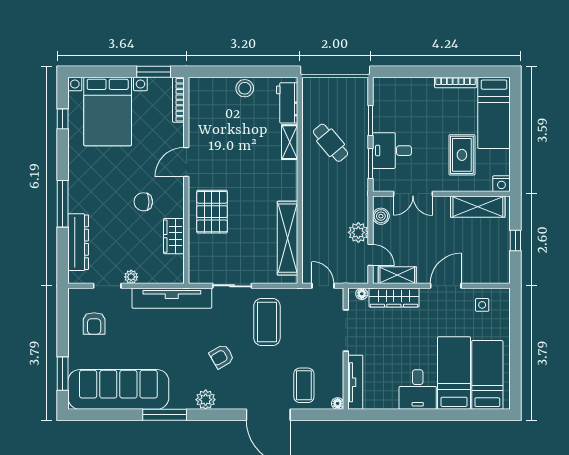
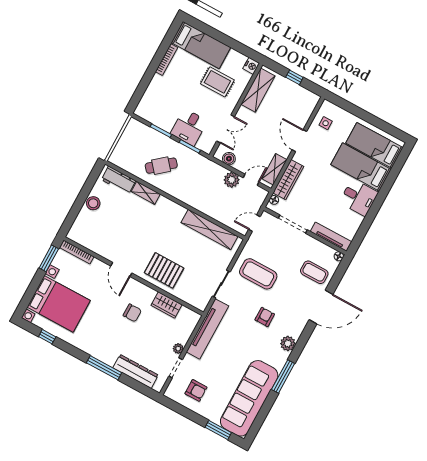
chair: (143, 202) -> (132, 313), turned -90
armchair: (222, 356) -> (265, 317), turned -150

